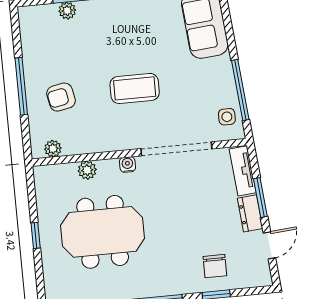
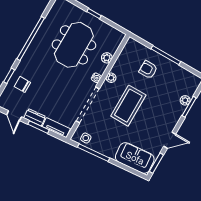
coffee table: (135, 88) -> (128, 106), width x1.36, depth x1.32
armchair: (61, 97) -> (148, 70), turned -79
plant: (53, 149) -> (111, 78), moved

